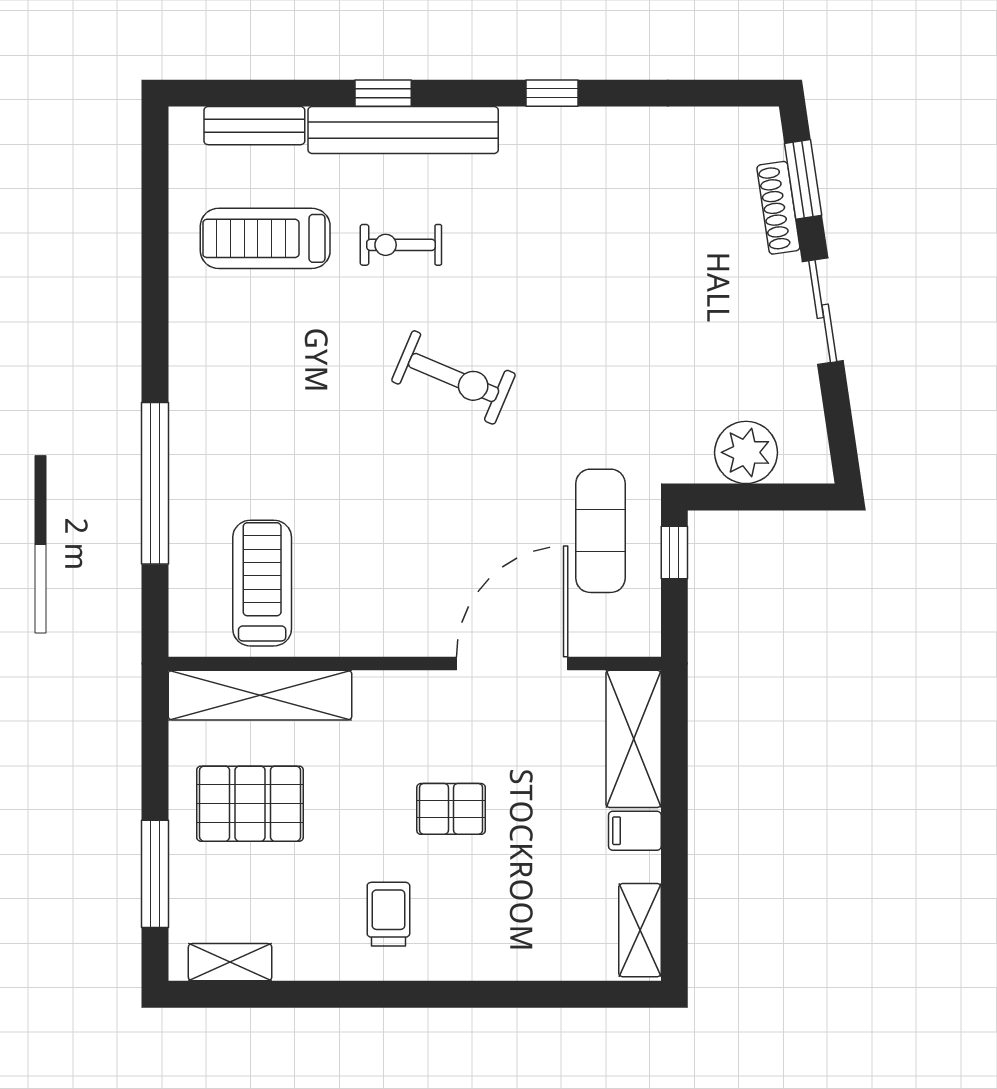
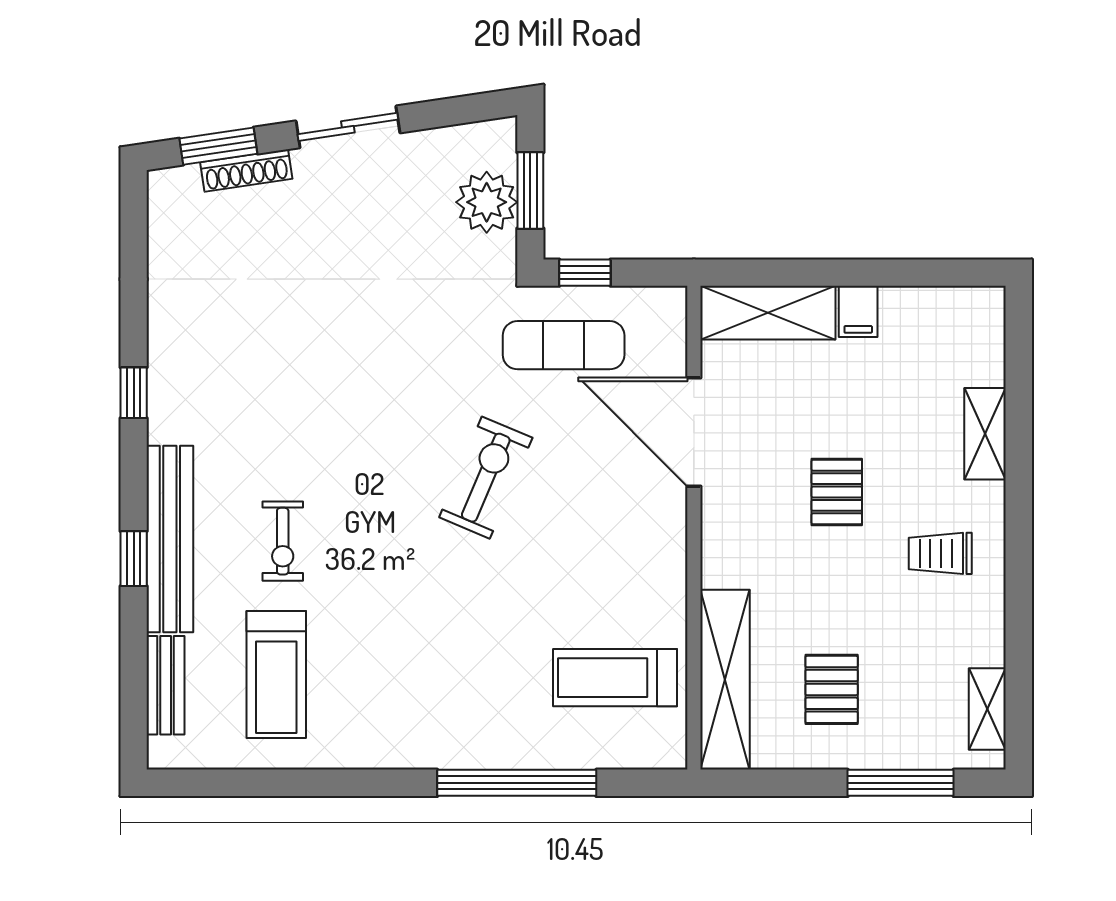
exercise bike: (454, 377) -> (486, 478), moved
window: (758, 497) -> (530, 190), added
pallet: (250, 804) -> (832, 689), width x0.67, depth x0.71
shelving: (640, 930) -> (985, 434), moved, turned 90

